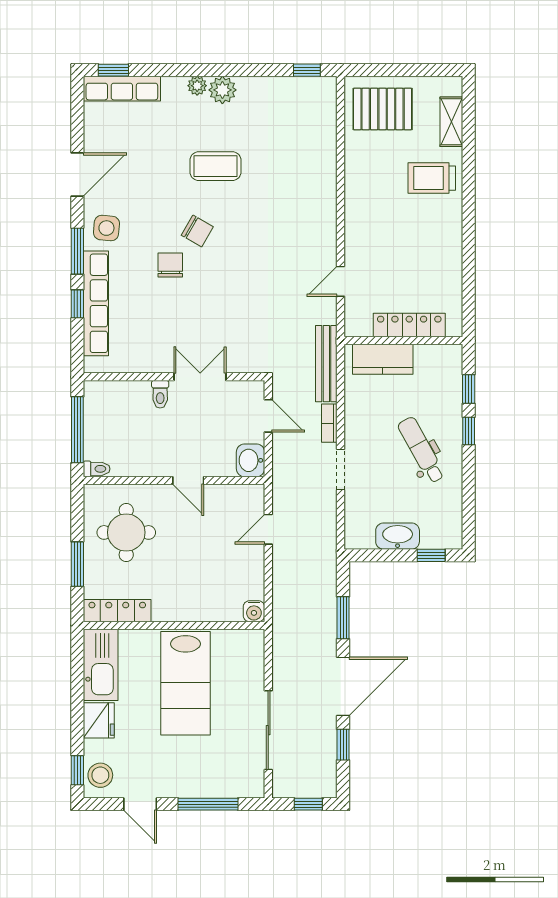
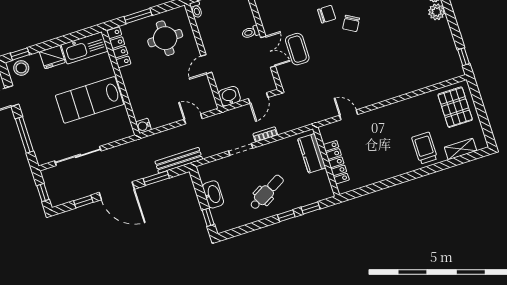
coffee table: (215, 166) -> (297, 49), moved
bench: (326, 364) -> (179, 160), moved

